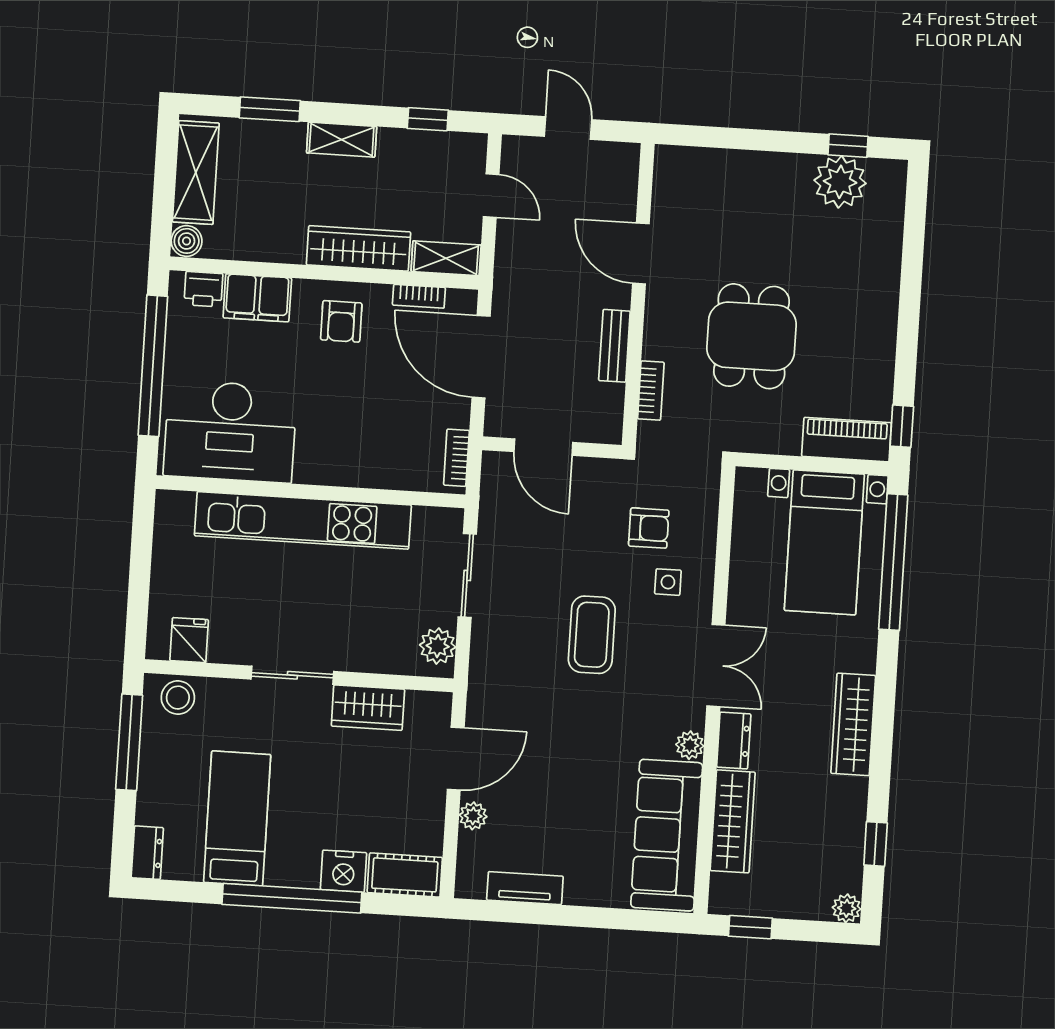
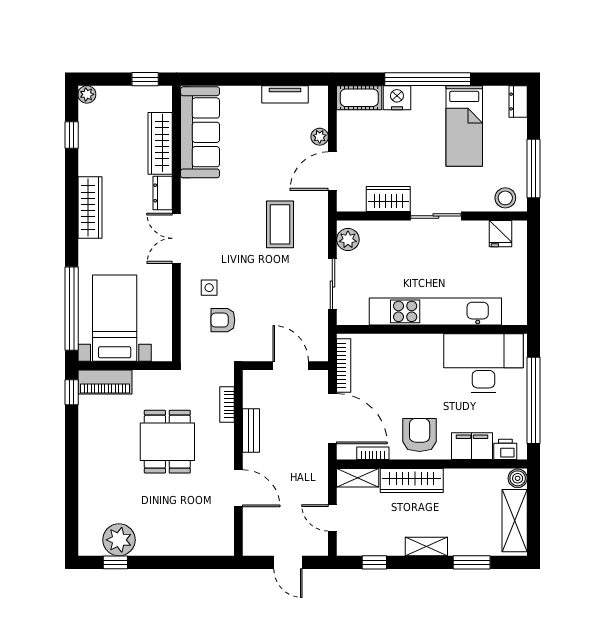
armchair: (341, 321) -> (420, 435), width x1.38, depth x1.38
bookcase: (456, 458) -> (344, 365), width x1.56
coffee table: (592, 635) -> (280, 224), moved
plant: (690, 745) -> (189, 188), removed

